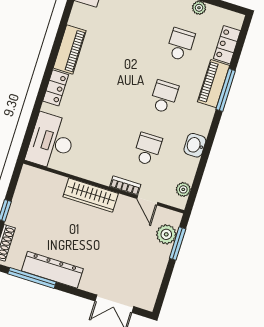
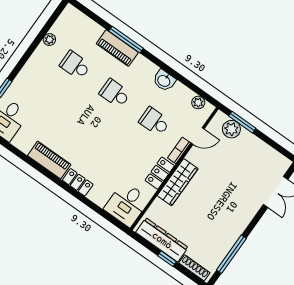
locker: (227, 45) -> (160, 173), moved, turned 90
desk: (51, 142) -> (127, 204), width x0.73
dresser: (52, 270) -> (162, 240), moved, turned 90

